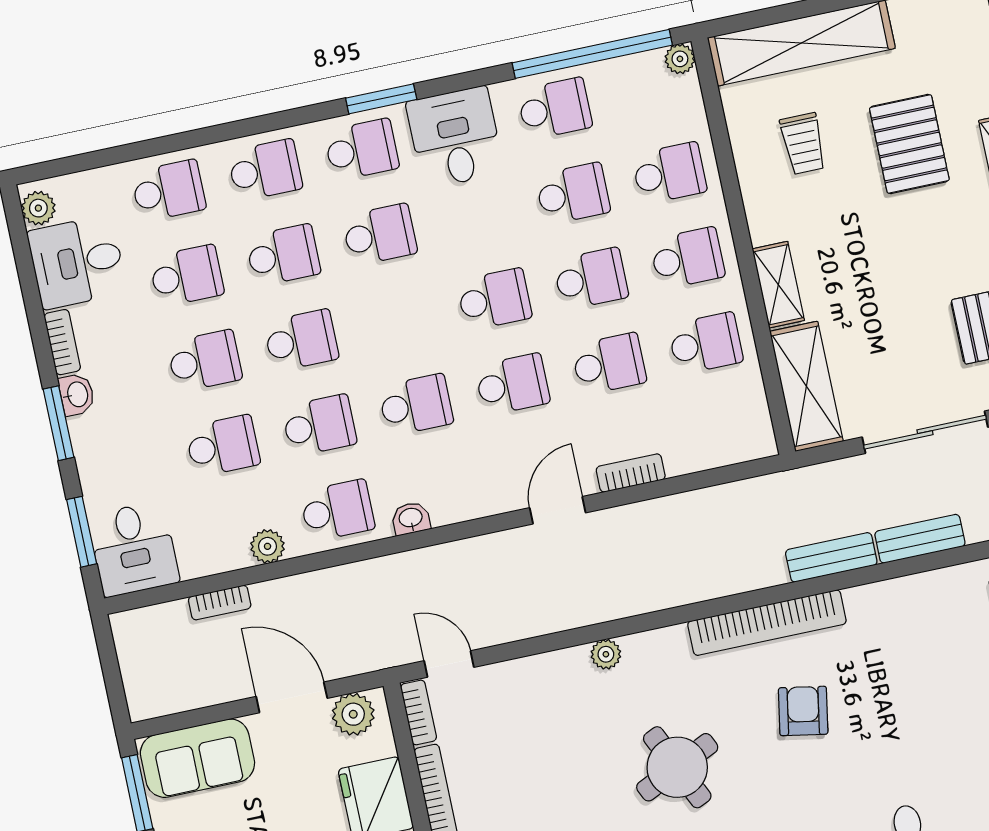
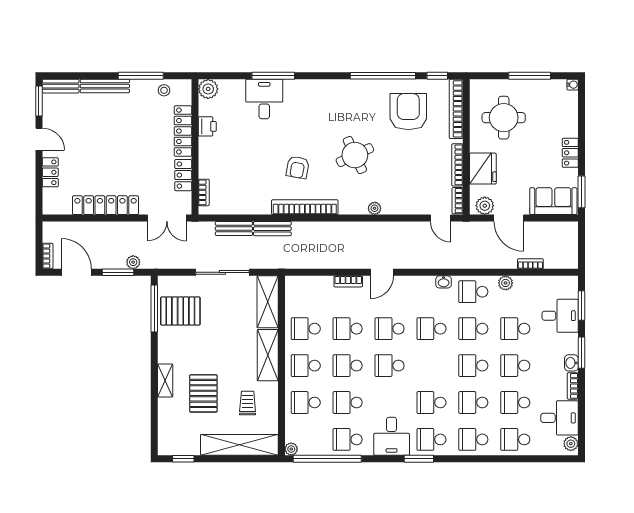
shelving: (778, 285) -> (268, 355), width x1.50, depth x1.33
desk: (134, 549) -> (560, 316), moved, turned 90

